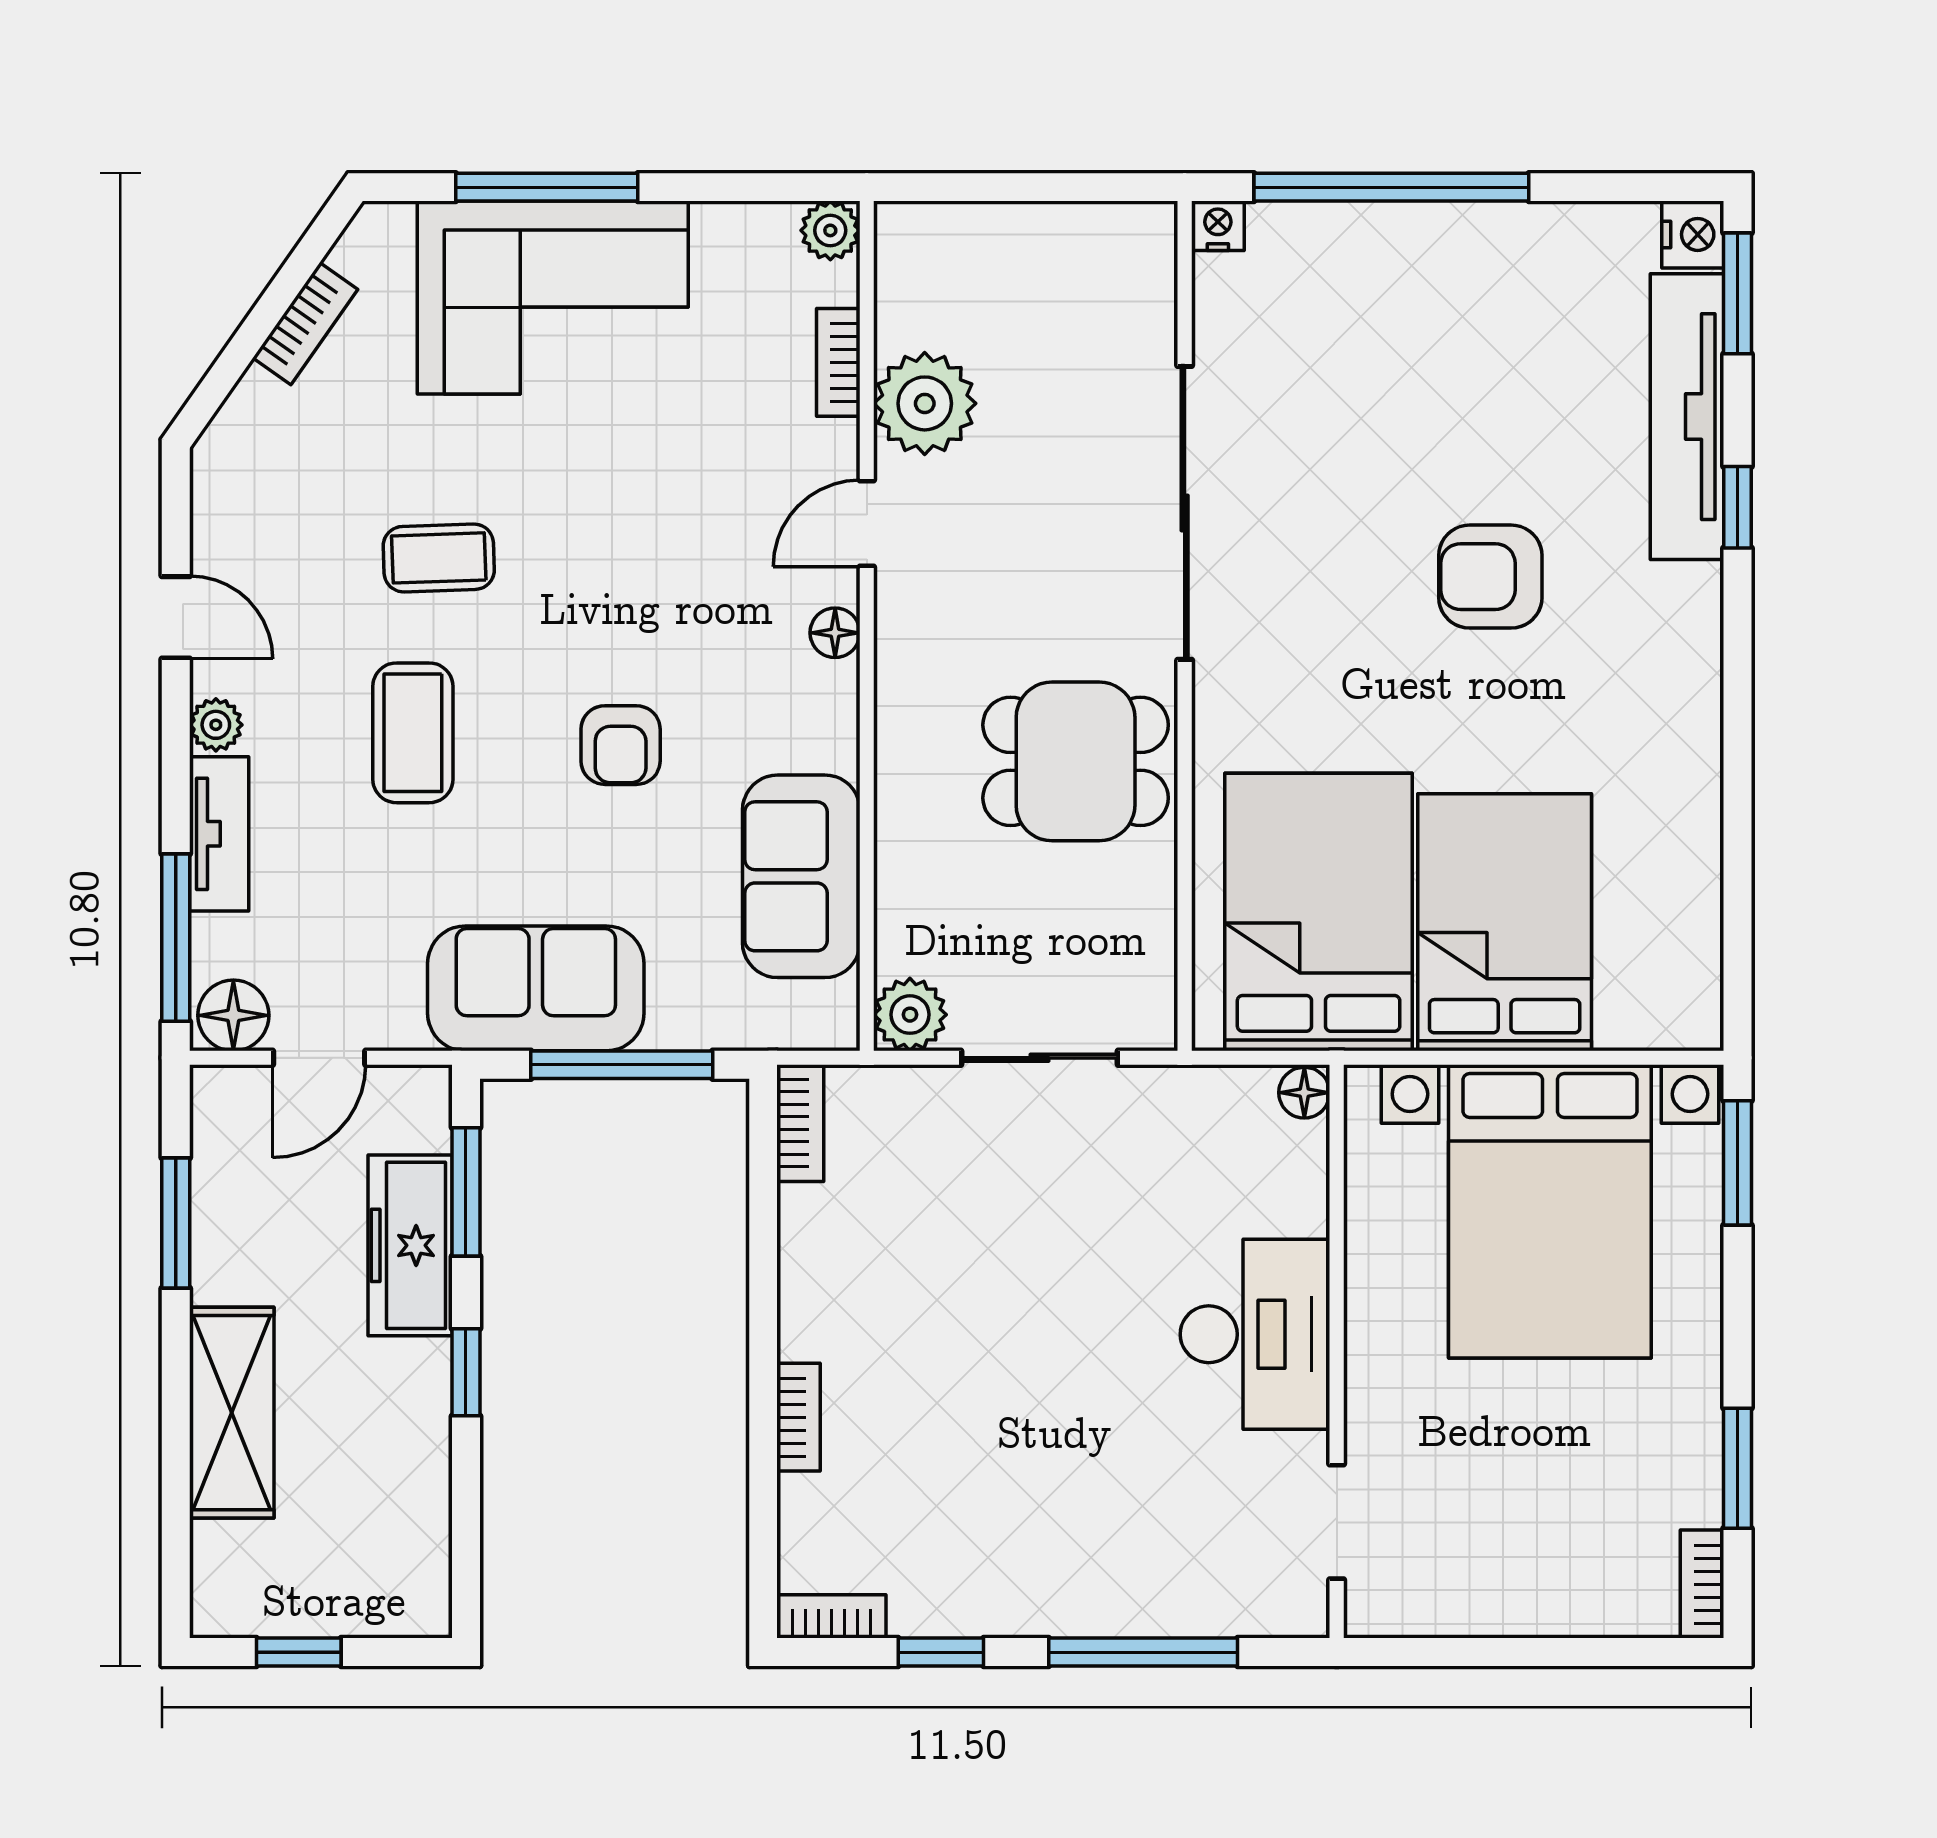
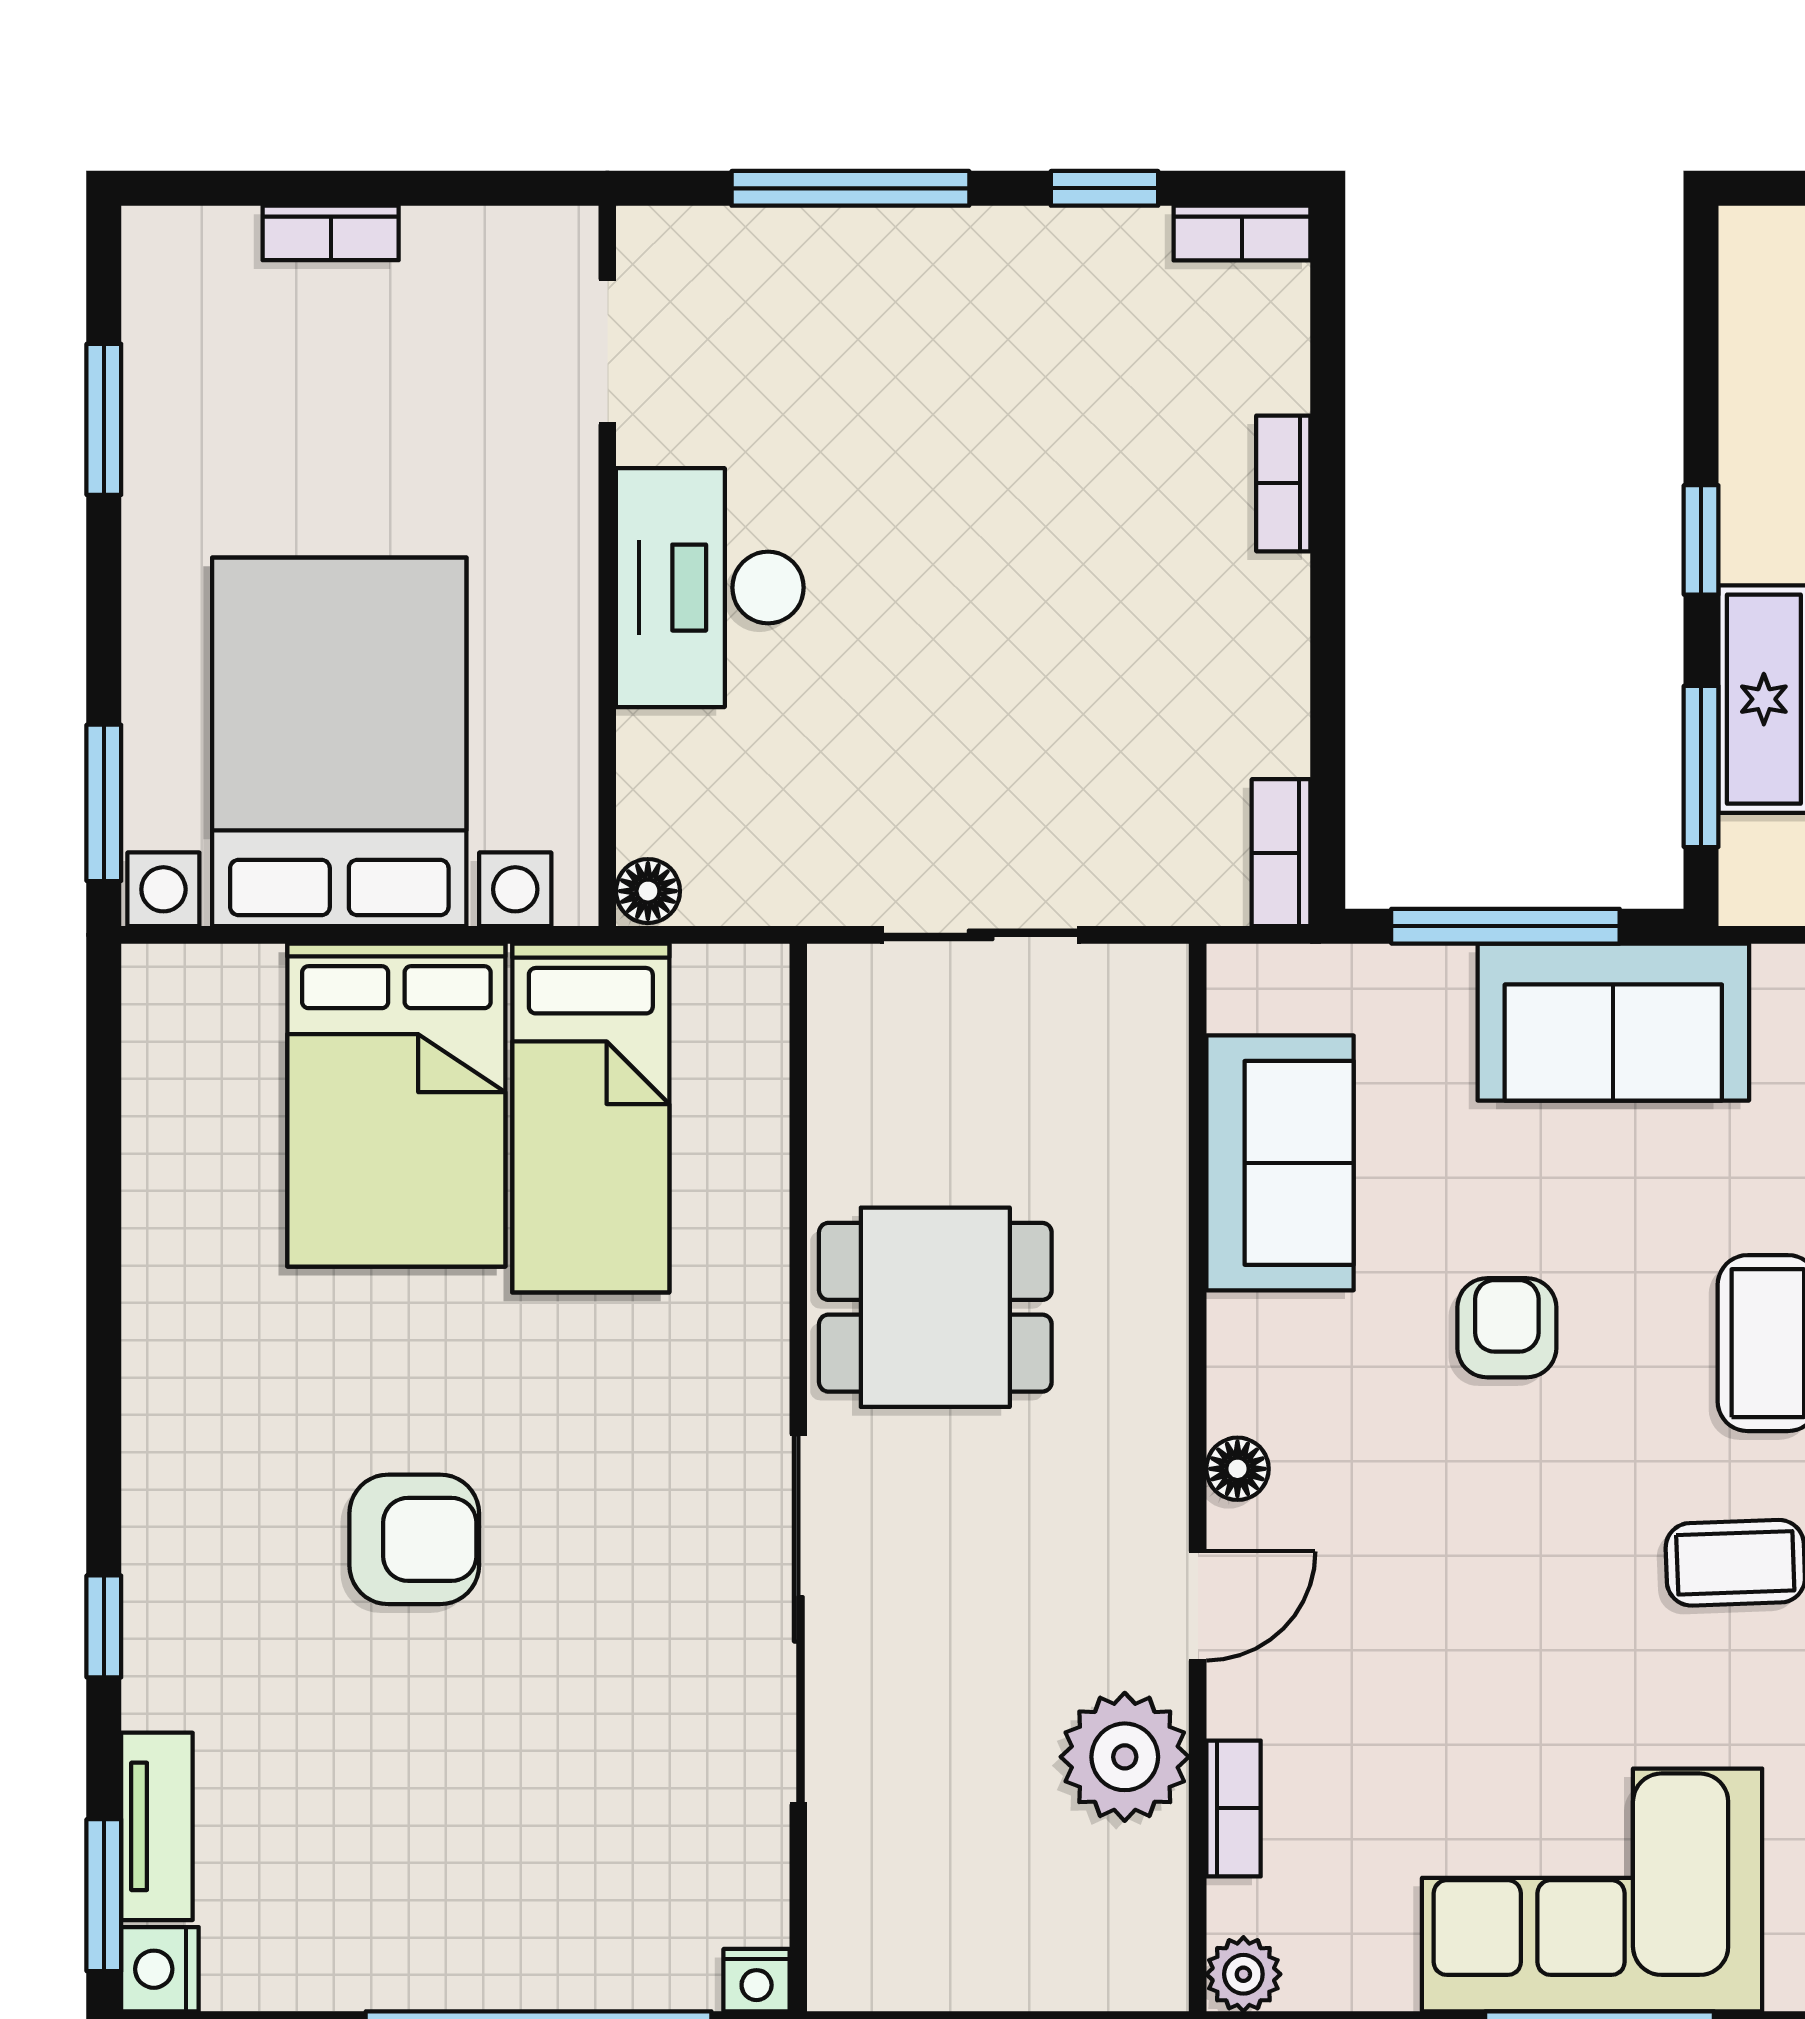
tv unit: (1687, 417) -> (157, 1826), width x0.52, depth x0.78
bed: (1319, 912) -> (591, 1118), width x0.67
plant: (910, 1015) -> (1143, 989), removed
bookcase: (1702, 1584) -> (331, 233), moved, turned 90

